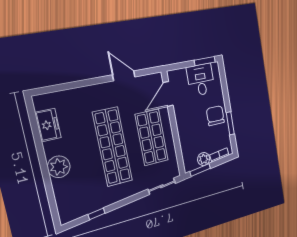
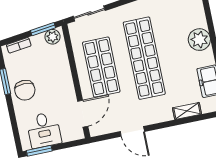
shelving: (71, 95) -> (187, 111), added
plant: (204, 159) -> (53, 37), moved

